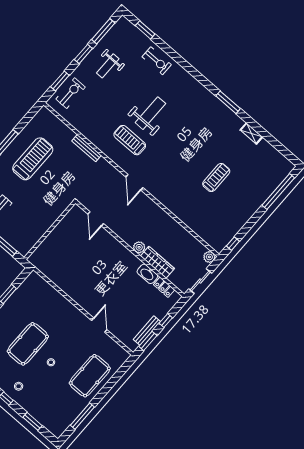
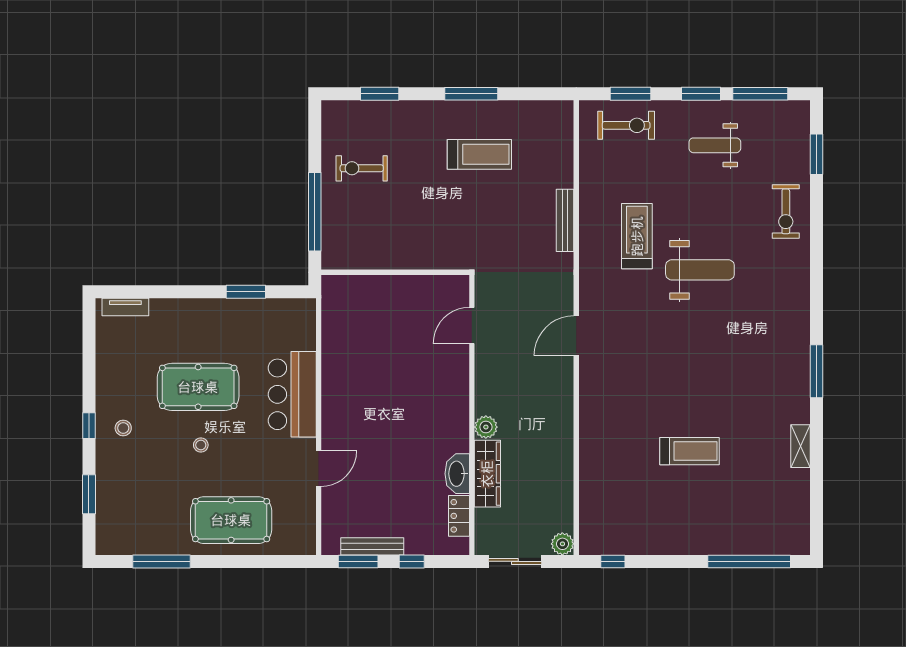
treadmill: (130, 140) -> (637, 236), moved
treadmill: (33, 159) -> (479, 154), width x0.73, depth x0.73
bar counter: (62, 310) -> (292, 394), added

